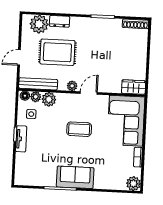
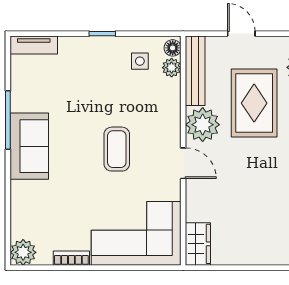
plant: (72, 86) -> (203, 125), width x1.87, depth x1.87
plant: (49, 99) -> (168, 92), removed
tv unit: (21, 139) -> (34, 45), moved

